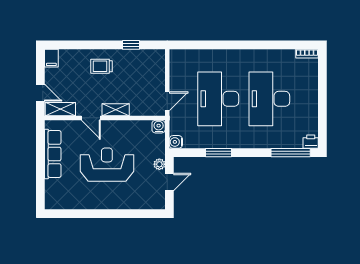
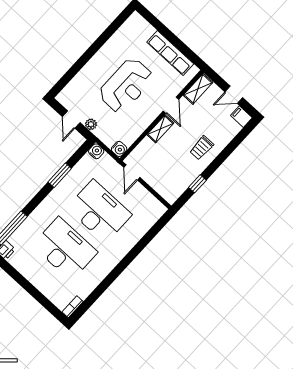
trolley: (101, 66) -> (202, 148), turned 180
door: (40, 93) -> (234, 95), moved
door: (91, 118) -> (171, 105), swing flipped

